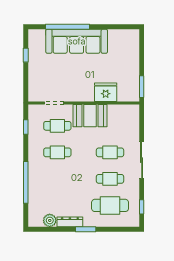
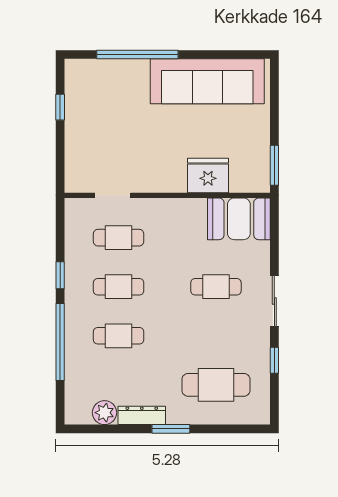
sofa: (77, 41) -> (207, 81), moved
booth: (90, 116) -> (239, 219), moved
window: (26, 127) -> (60, 275), moved
sliding door: (142, 160) -> (274, 301), width x0.73
cafe table: (110, 179) -> (119, 336), moved
window: (142, 207) -> (274, 360), moved

